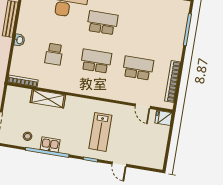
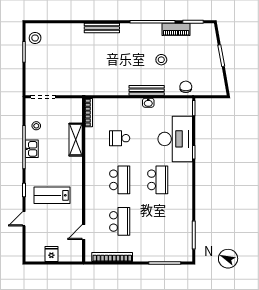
washbasin: (19, 40) -> (148, 103), moved
fridge: (163, 118) -> (51, 254), moved

